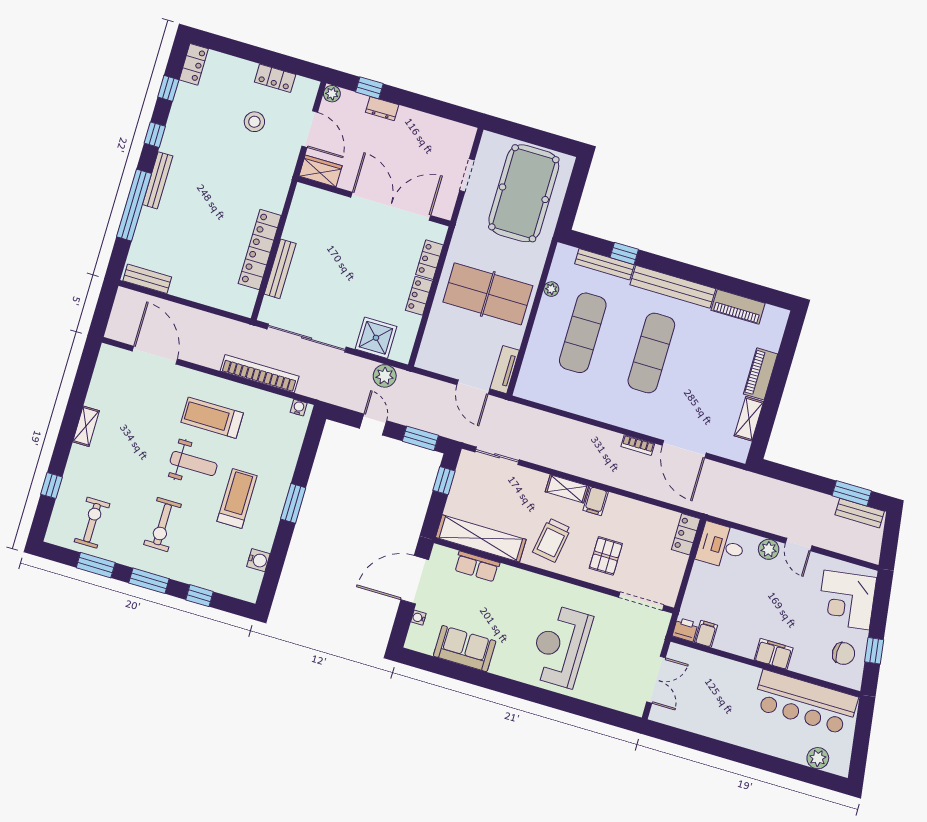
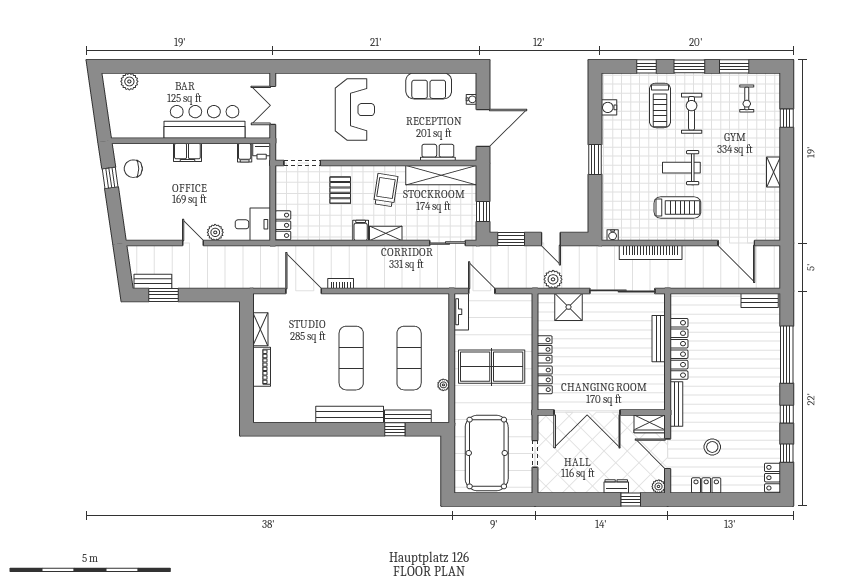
bench: (158, 180) -> (676, 404), moved
piano: (738, 307) -> (294, 414), removed
treadmill: (237, 499) -> (660, 105), moved
exercise bike: (92, 523) -> (747, 99), width x0.73, depth x0.72
corner desk: (847, 600) -> (143, 211), removed
bar counter: (805, 703) -> (205, 122), moved

